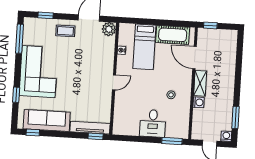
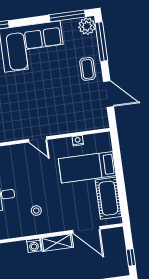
window: (46, 15) -> (101, 42), width x2.17
window: (210, 25) -> (131, 257), moved
plant: (109, 29) -> (87, 26), moved
door: (195, 58) -> (86, 230), swing flipped

